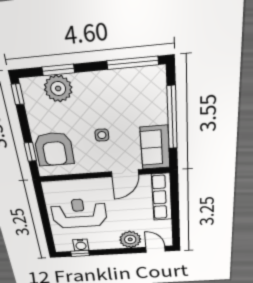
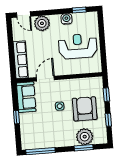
window: (18, 94) -> (108, 120), moved
window: (172, 118) -> (16, 117), width x0.32
armchair: (54, 149) -> (85, 109), moved
reception desk: (79, 213) -> (78, 46), turned 180
water cooler: (81, 245) -> (66, 19), moved

